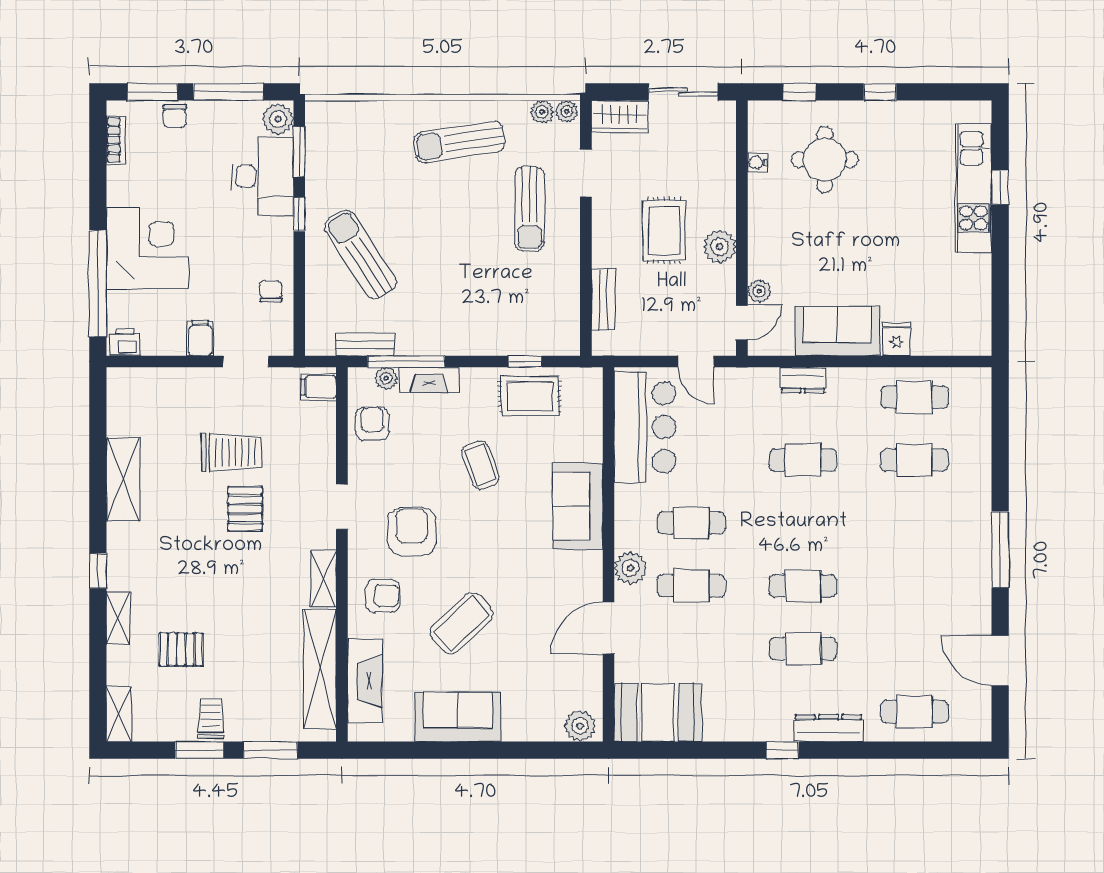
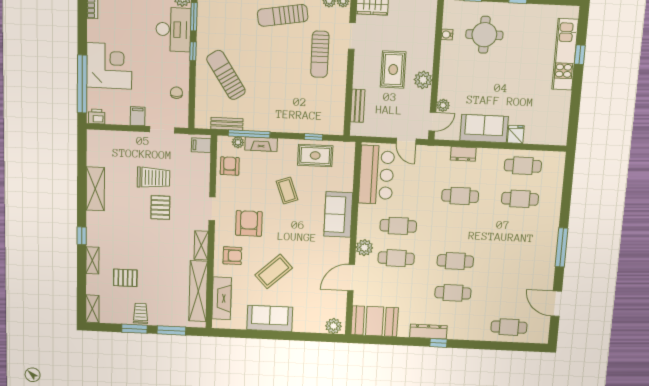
dresser: (828, 728) -> (428, 331), moved

